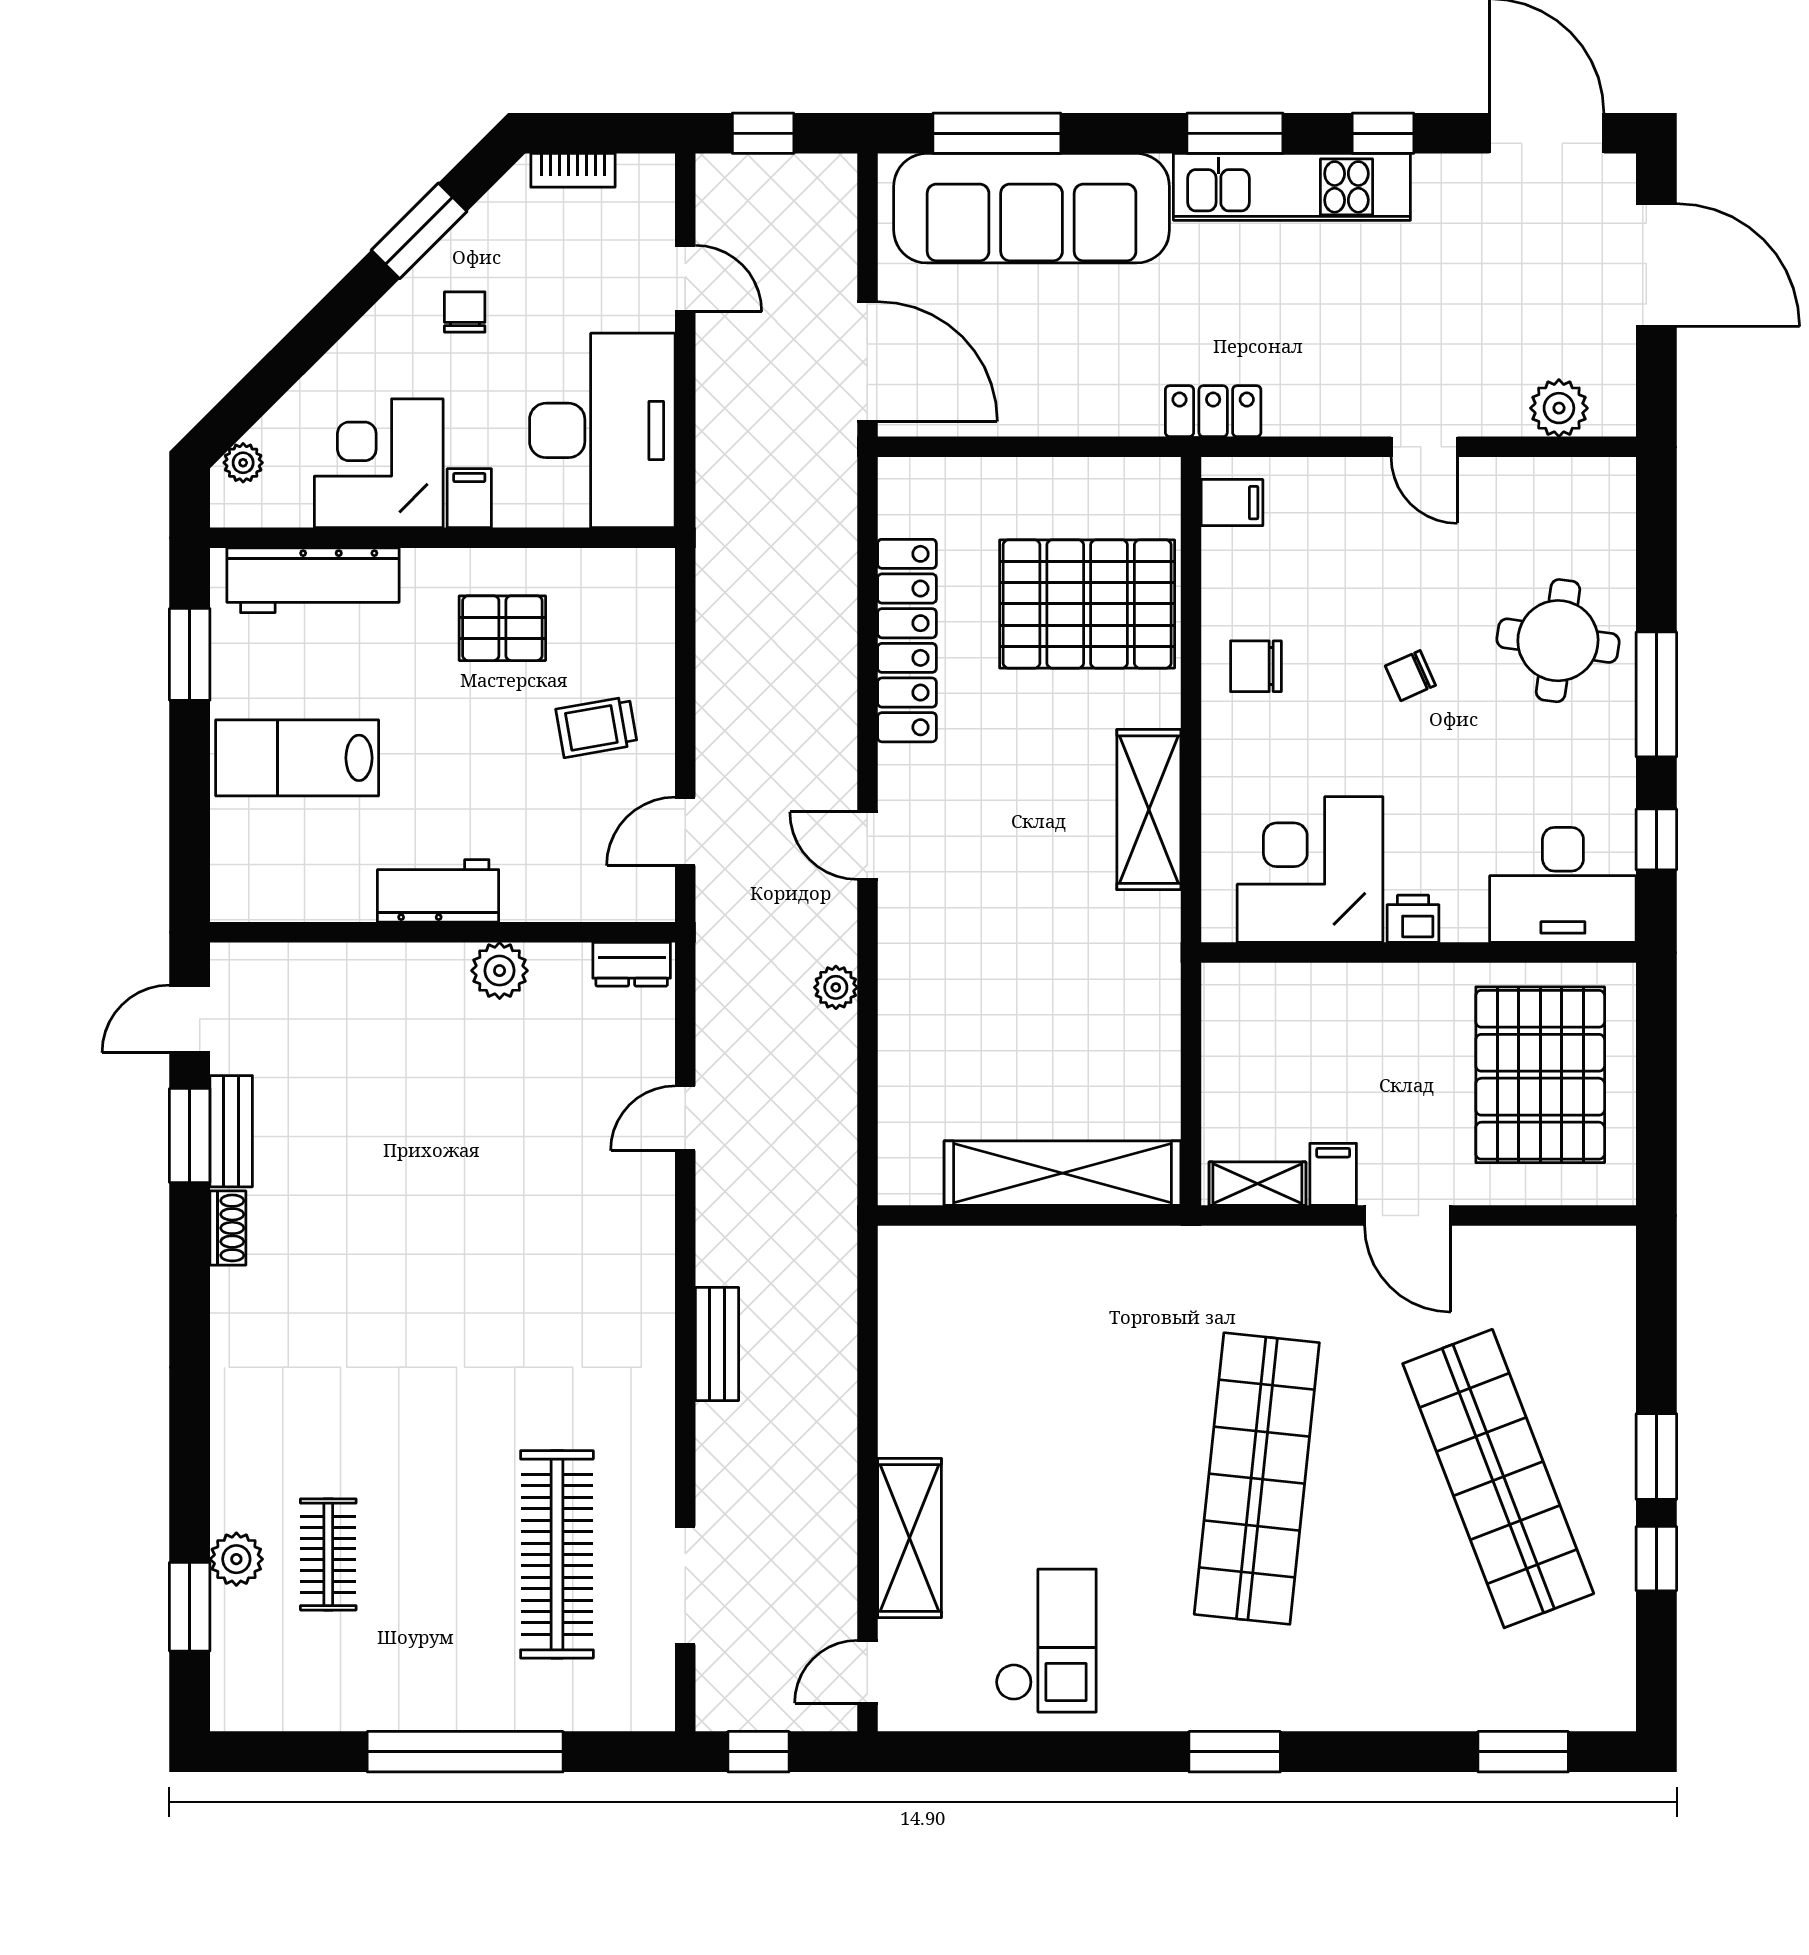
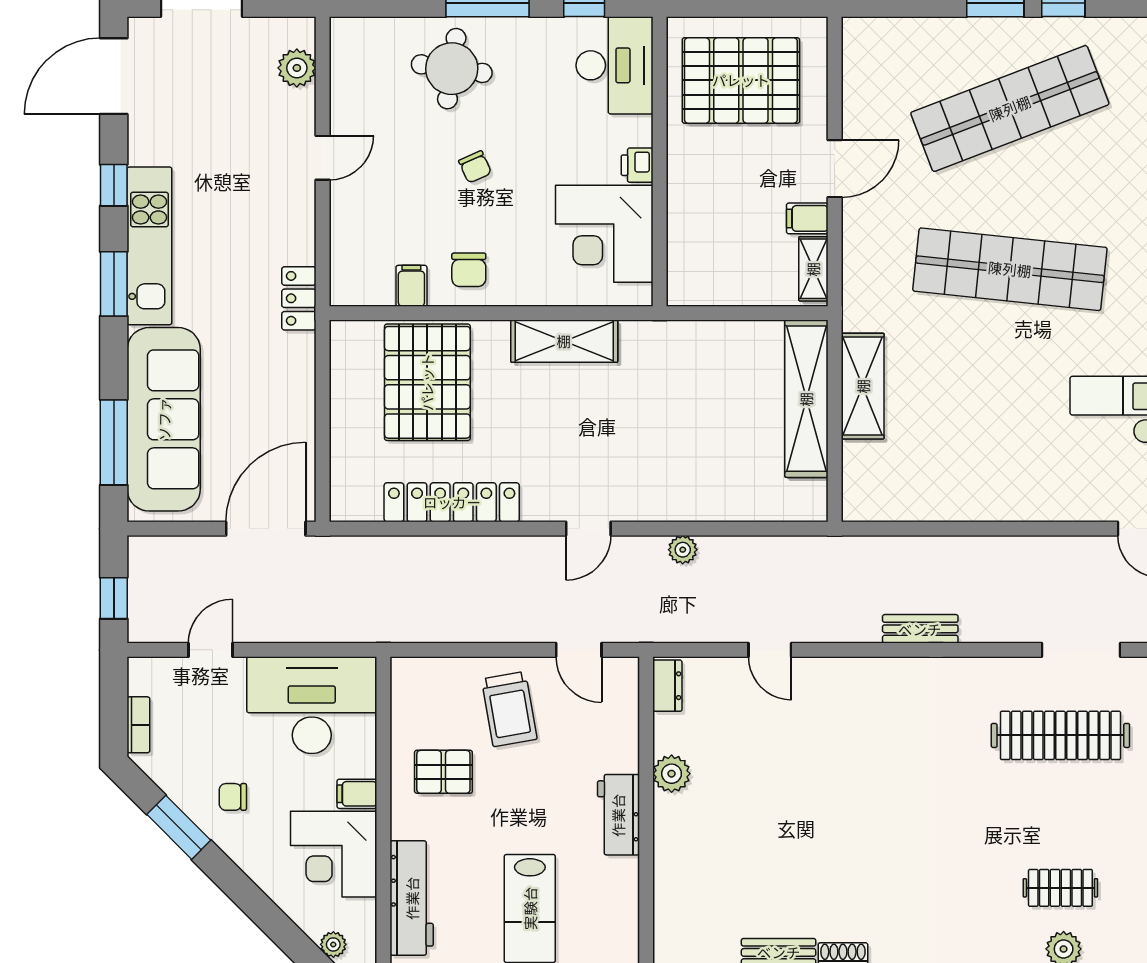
filing cabinet: (1232, 503) -> (411, 286), moved
pallet: (502, 628) -> (443, 772), turned 90
trolley: (597, 727) -> (509, 709), width x1.36, depth x1.39
shelving: (909, 1538) -> (863, 386), moved, turned 90

